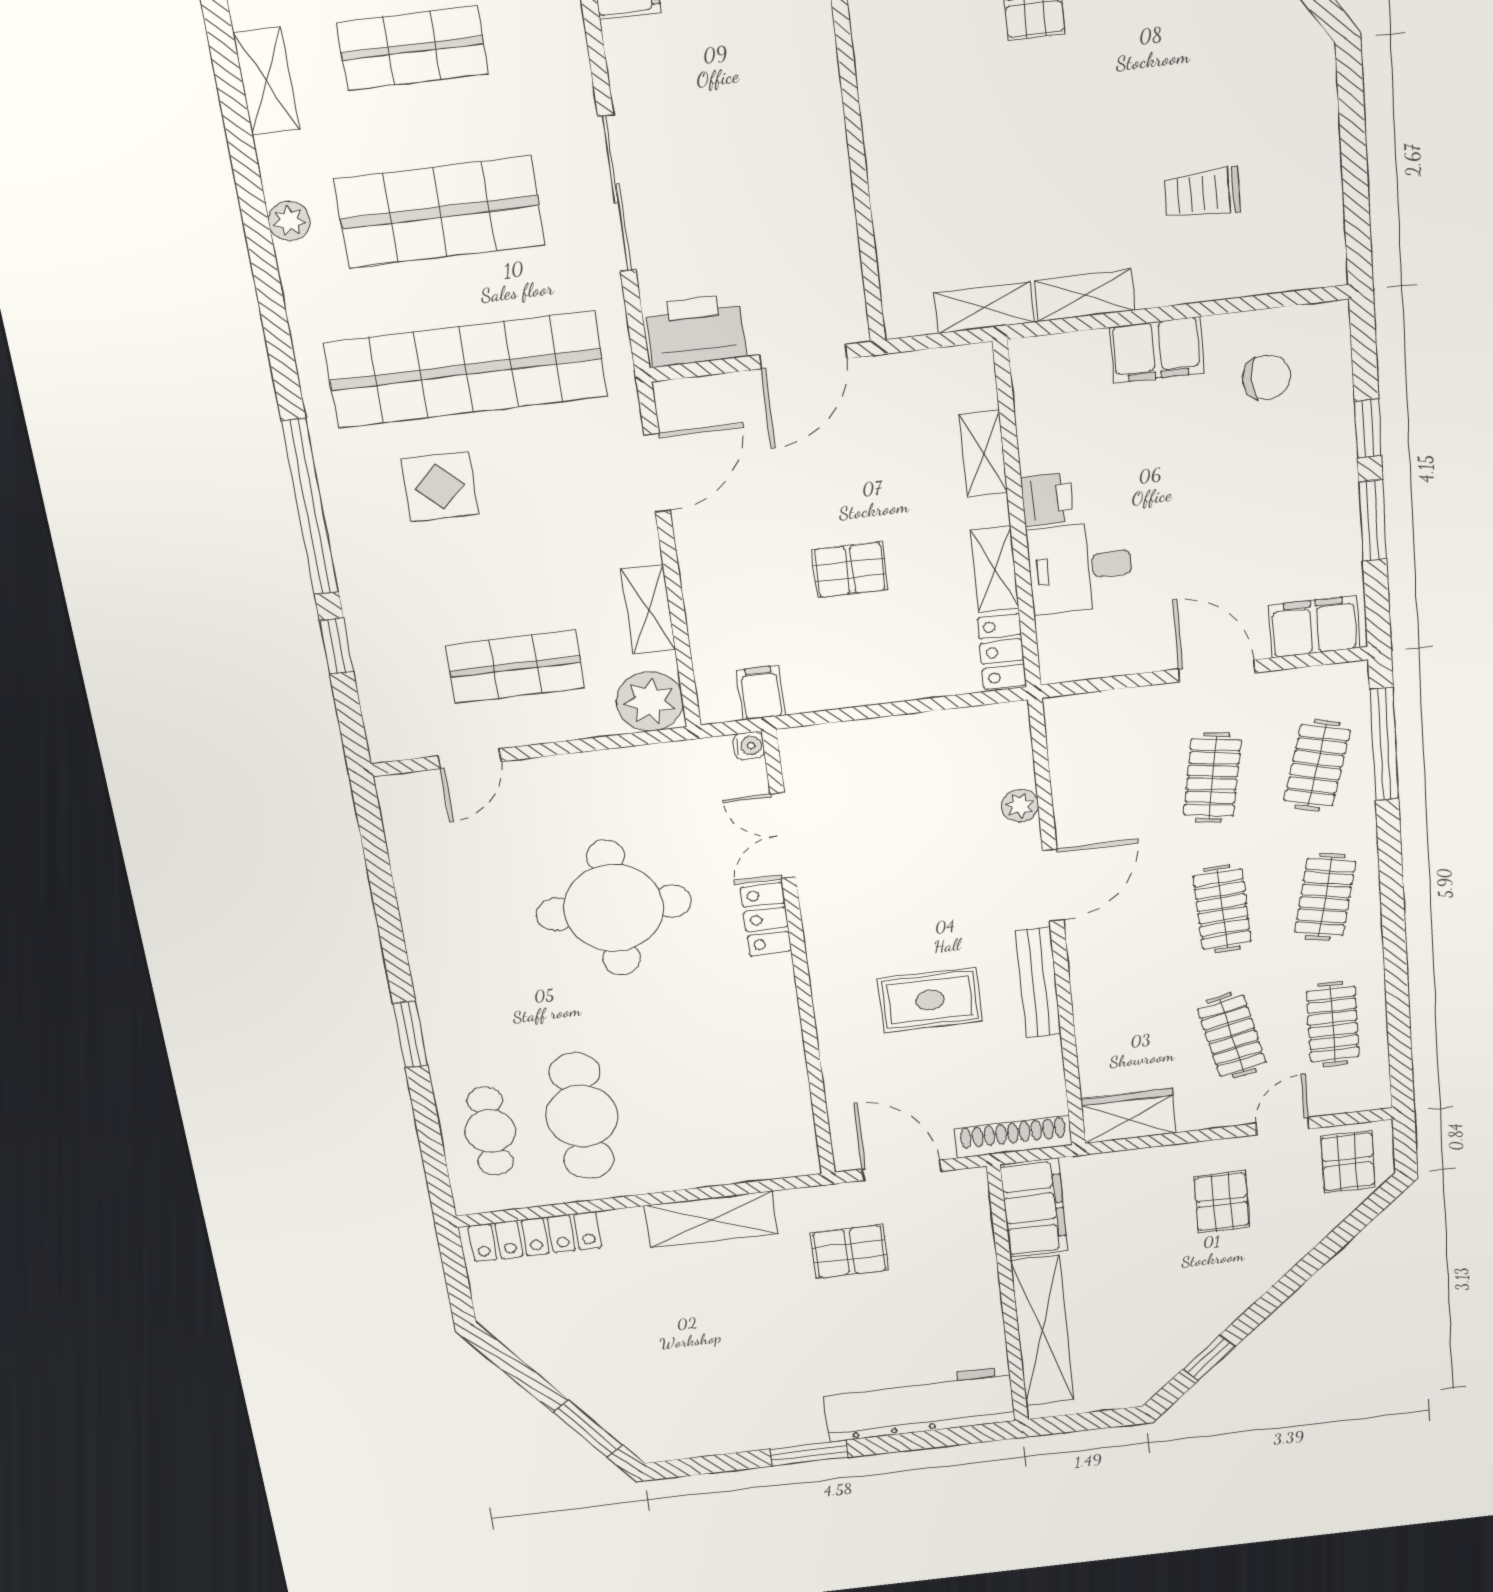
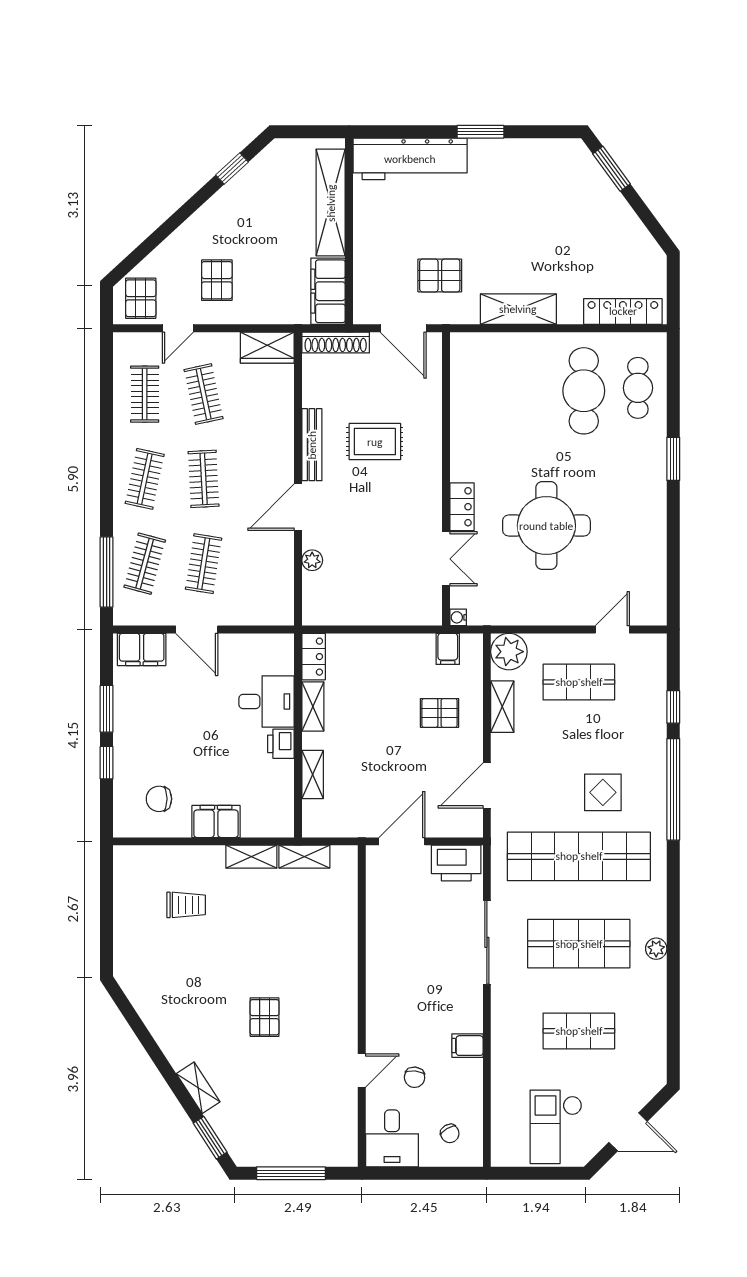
shelving: (266, 81) -> (655, 1023), removed
pallet: (850, 570) -> (440, 713), moved

